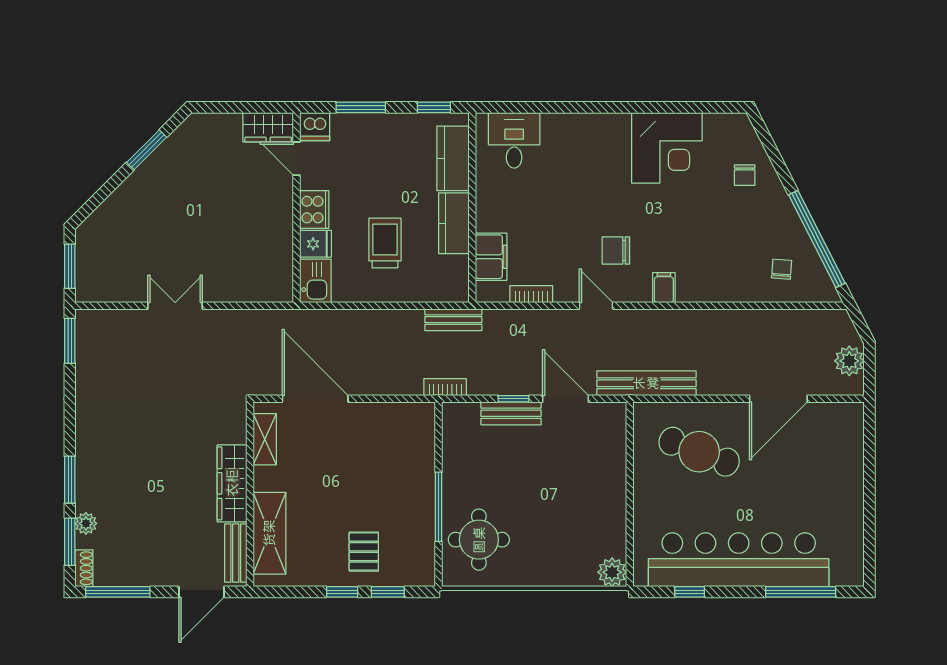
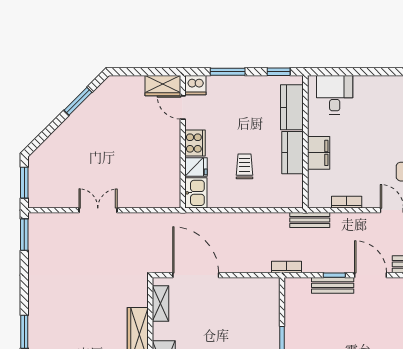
trolley: (385, 243) -> (244, 166), width x0.73, depth x0.72
filing cabinet: (491, 257) -> (319, 153), moved
bench: (453, 320) -> (310, 220), moved

